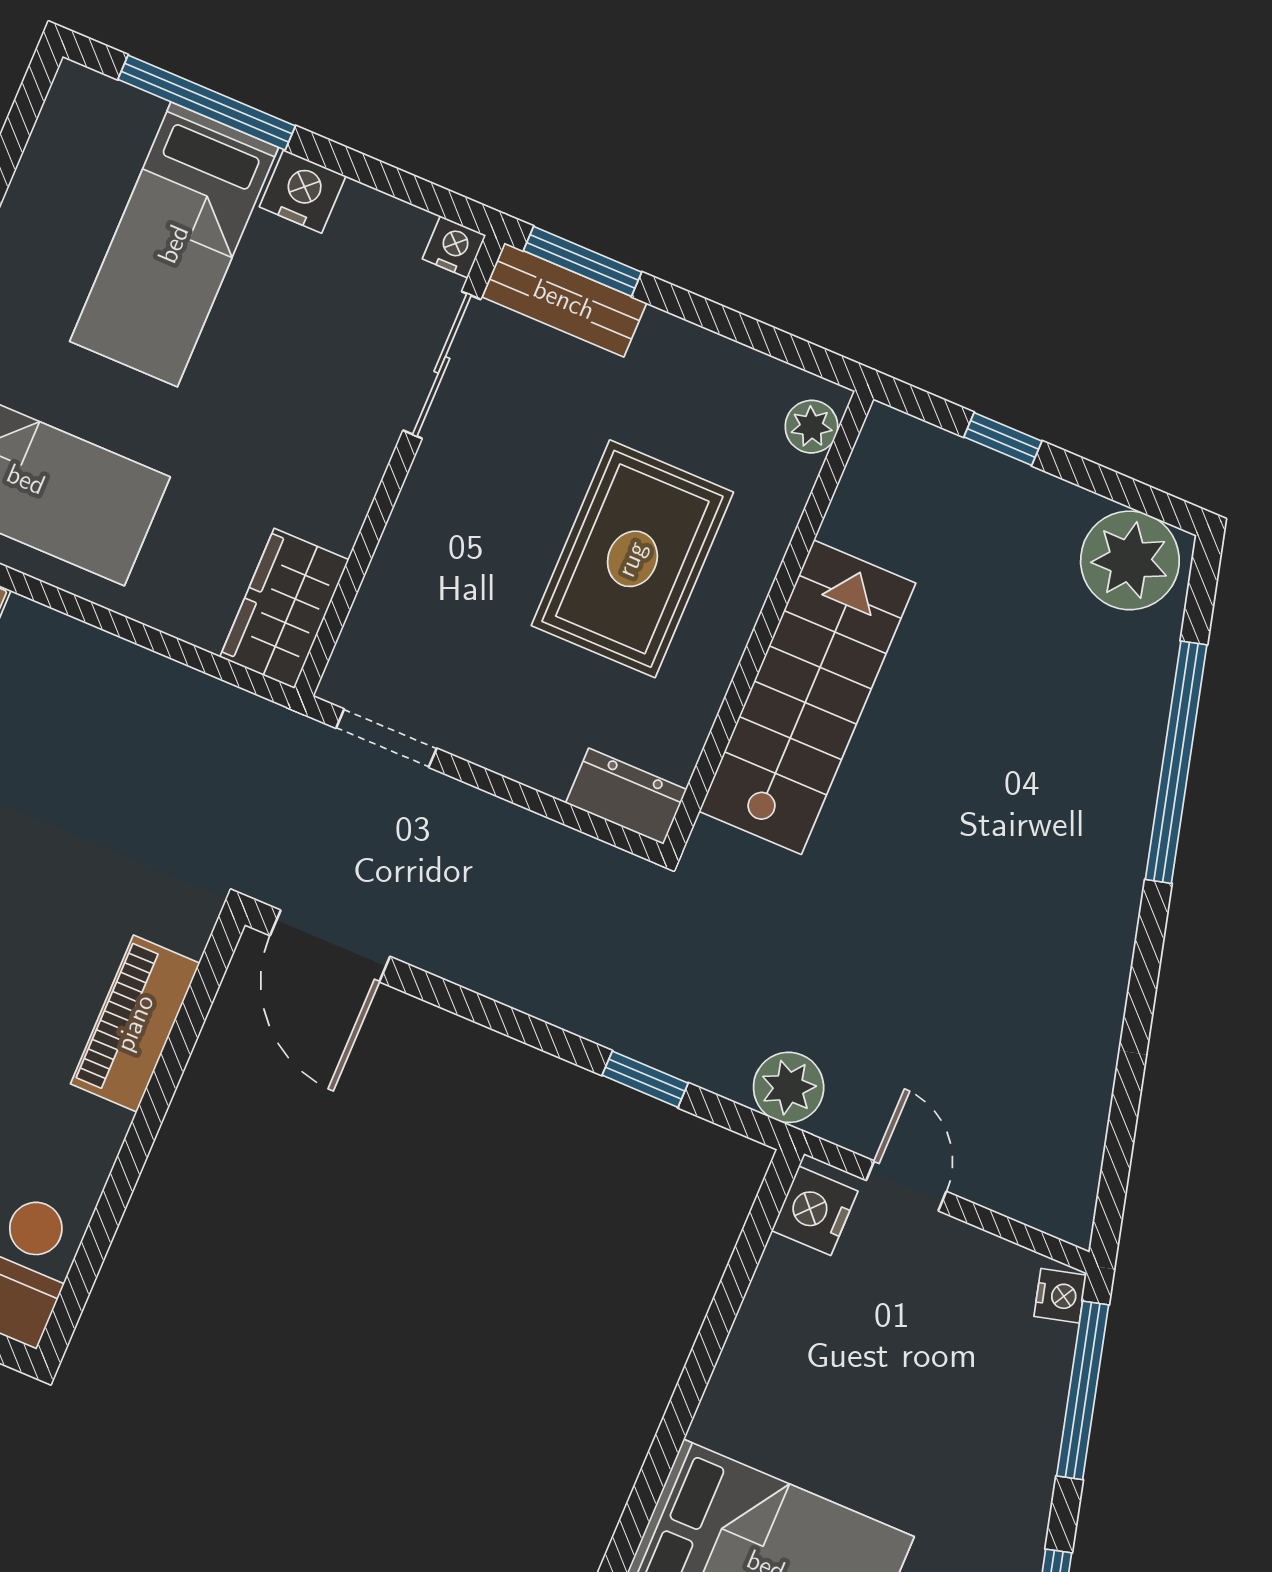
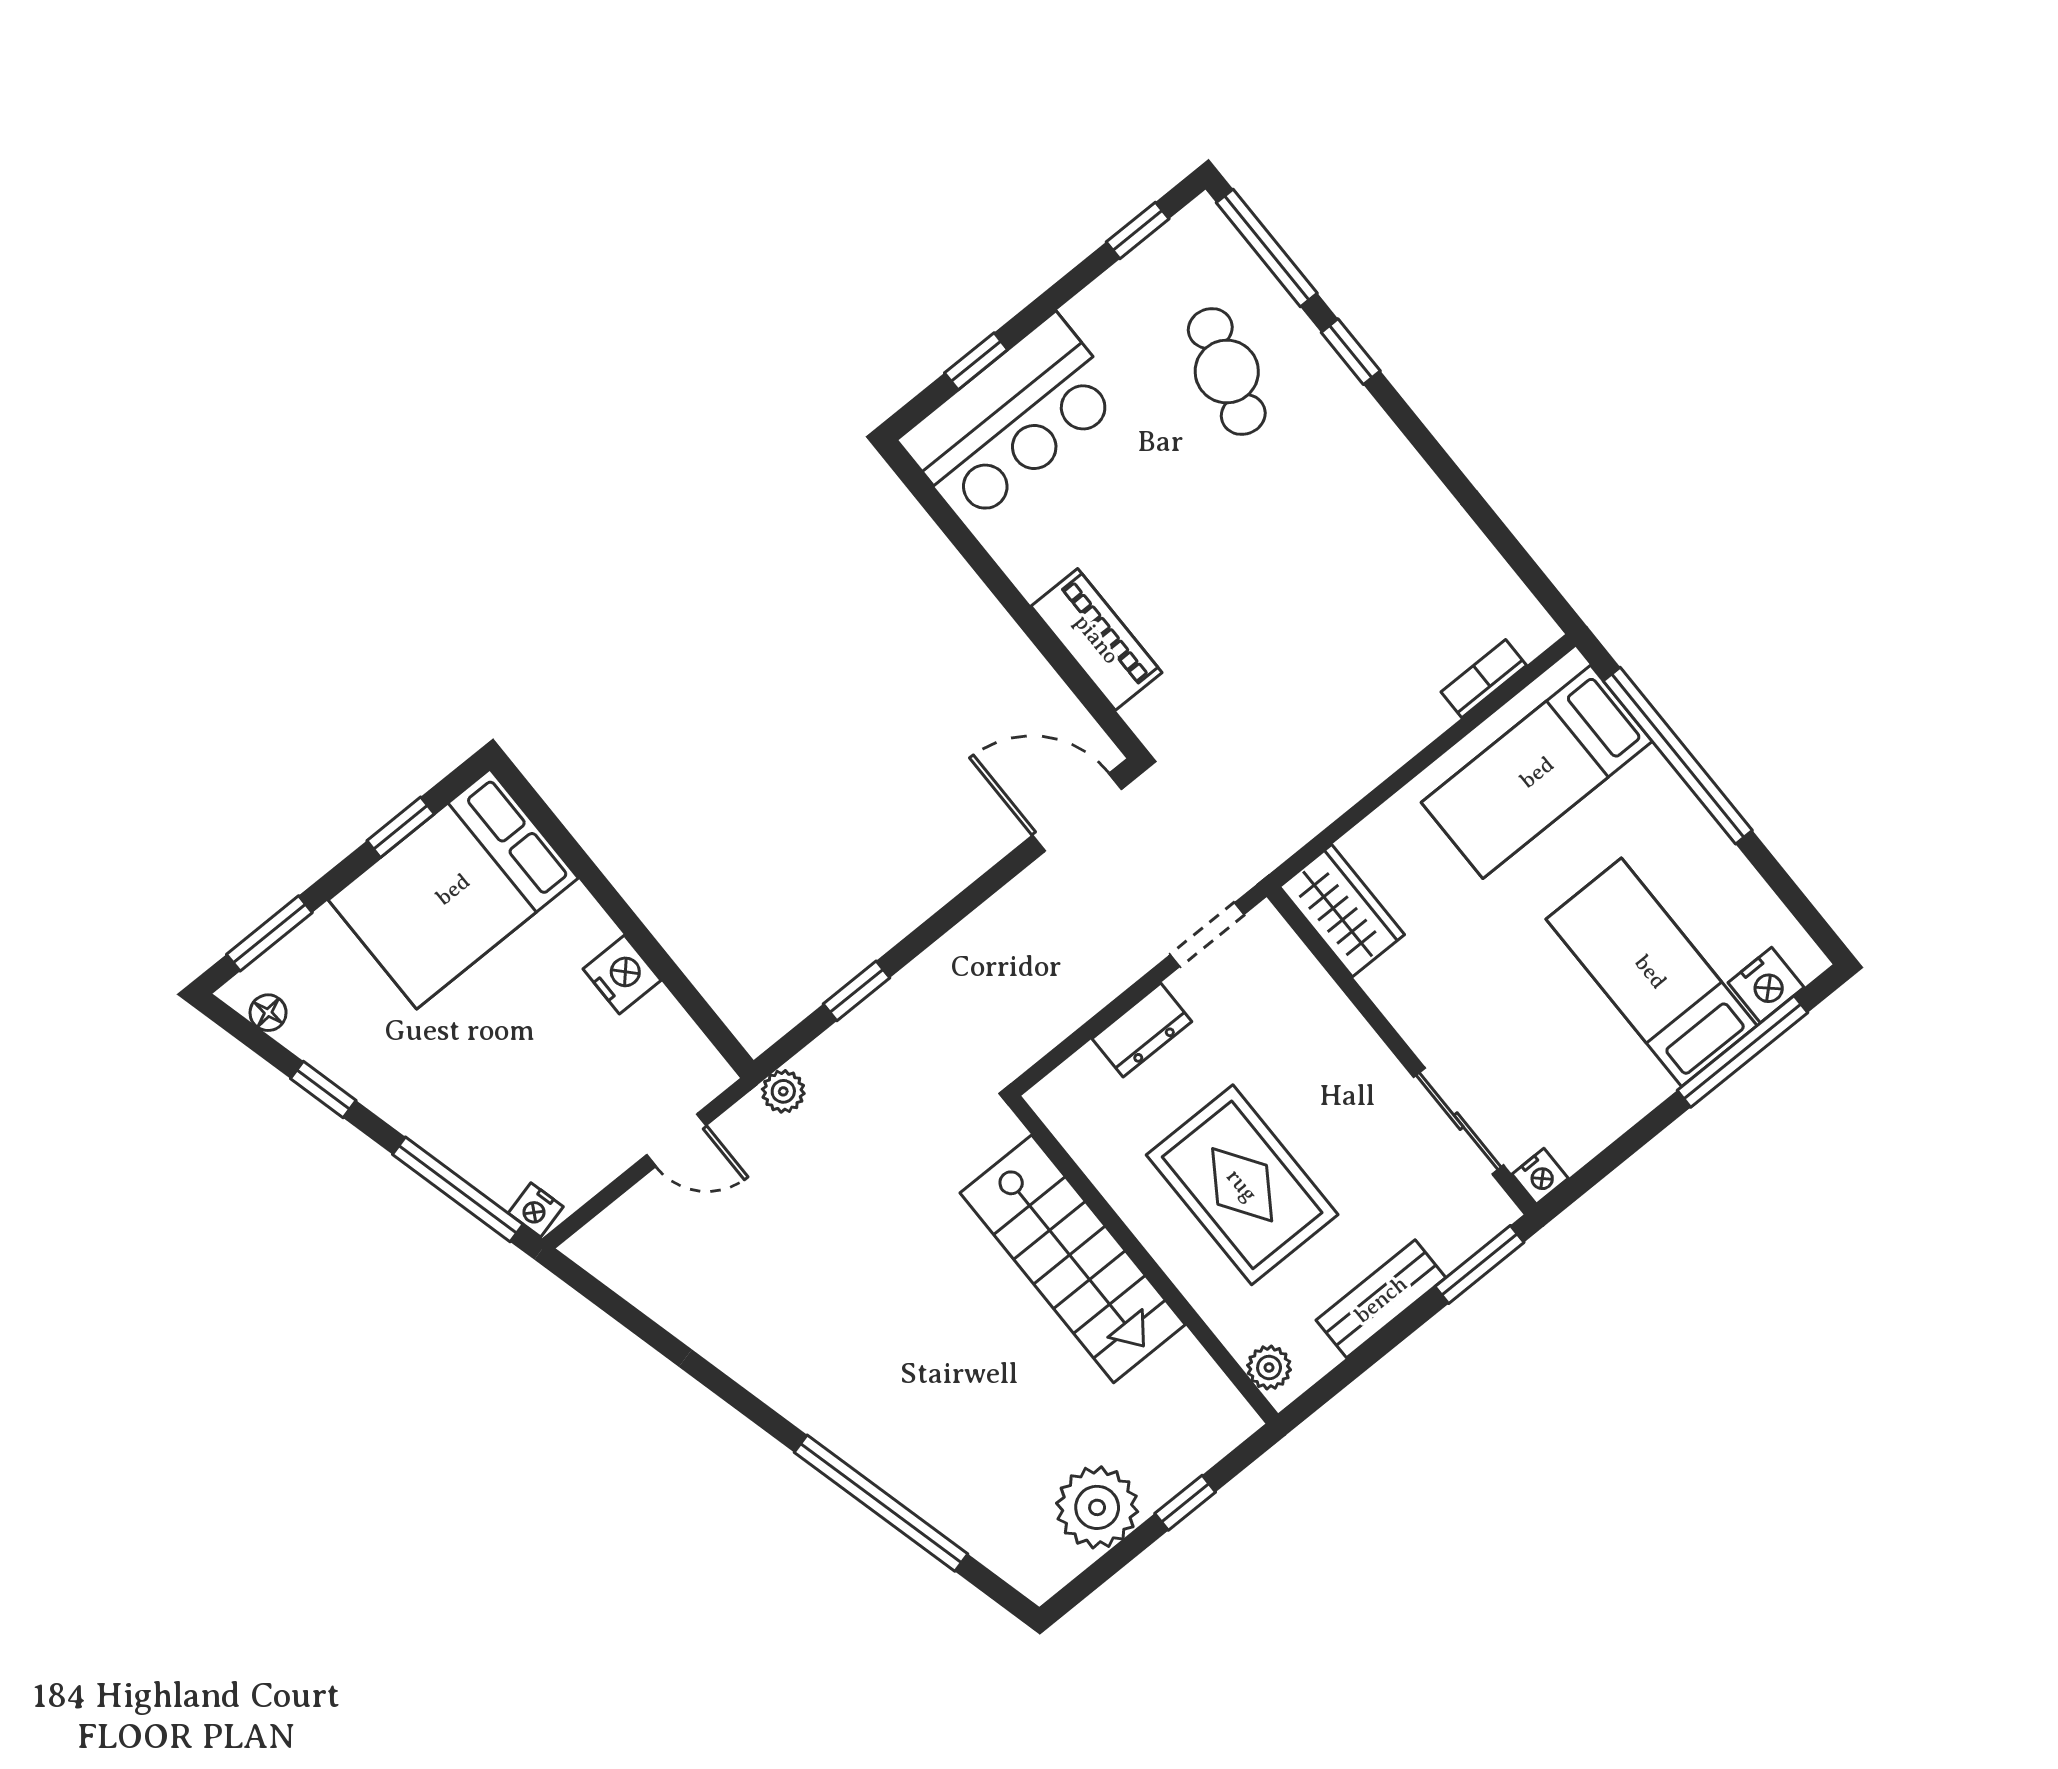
nightstand: (303, 191) -> (1766, 985), moved
bench: (564, 300) -> (1381, 1299), moved
plant: (1130, 560) -> (1097, 1507), moved
dresser: (626, 796) -> (1142, 1030), moved
plant: (789, 1087) -> (783, 1091), width x0.73, depth x0.73
nightstand: (815, 1211) -> (622, 975), moved

